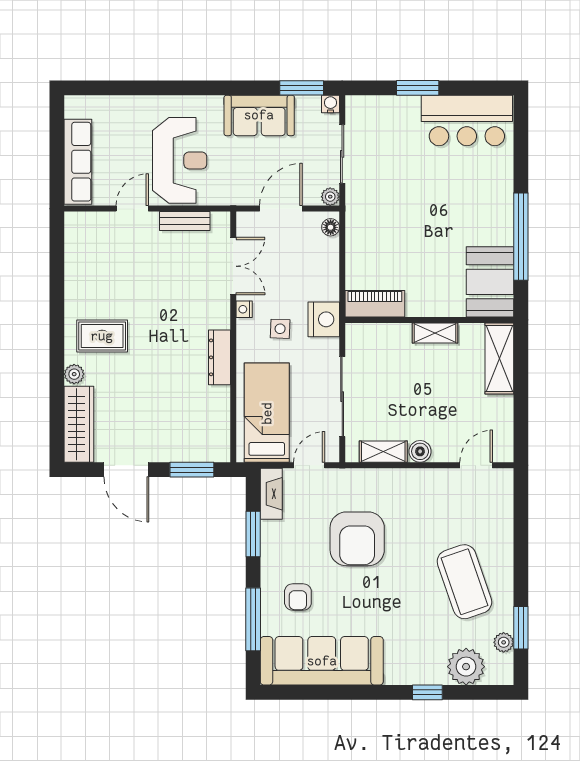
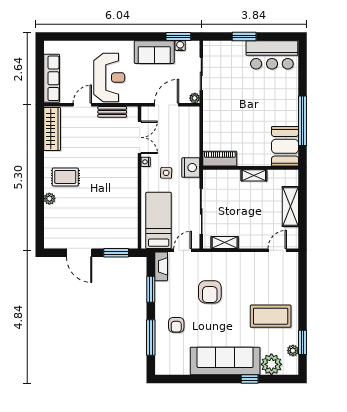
water cooler: (330, 104) -> (180, 46), moved
floor lamp: (331, 227) -> (195, 115), removed
dresser: (219, 357) -> (132, 189), removed
shelving: (499, 359) -> (290, 206), moved
wardrobe: (79, 424) -> (52, 129), moved
boiler: (420, 451) -> (245, 242), removed
armchair: (357, 539) -> (210, 292), width x0.73, depth x0.73
coffee table: (464, 582) -> (271, 316), turned -71
sofa: (322, 661) -> (225, 361), moved

